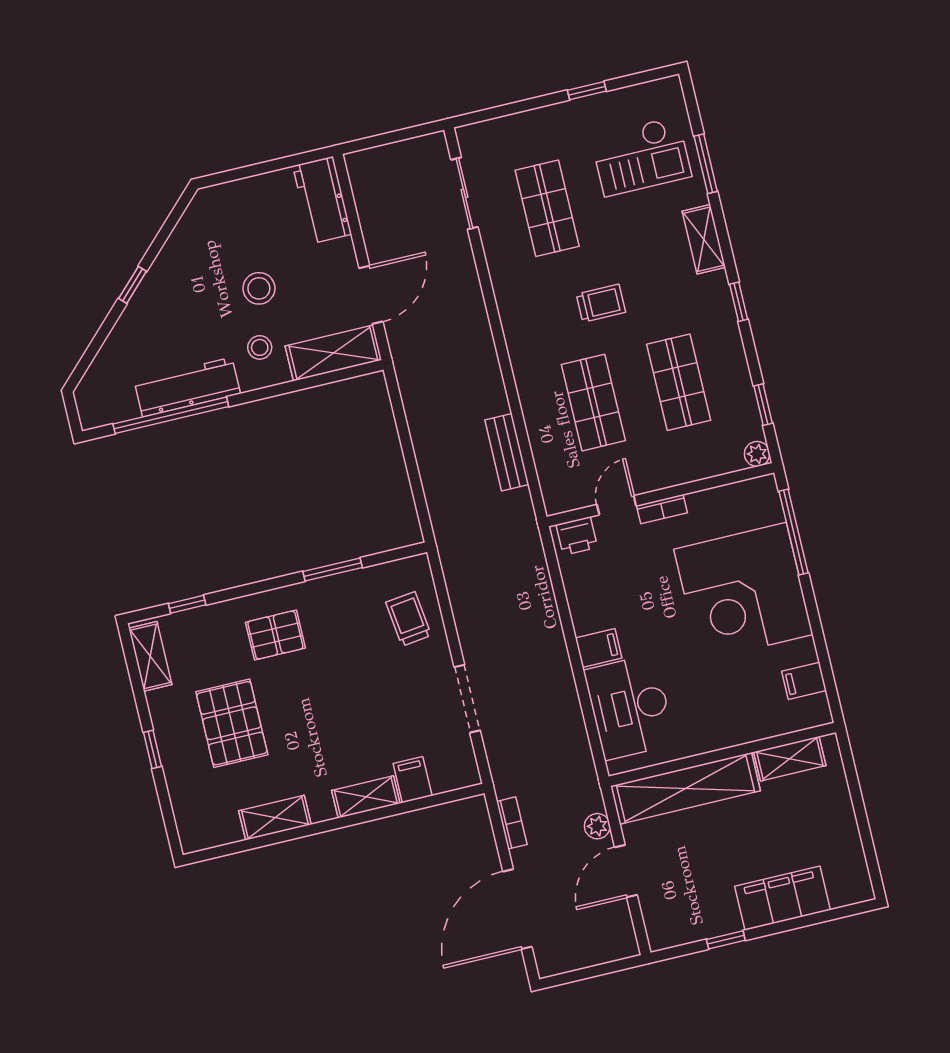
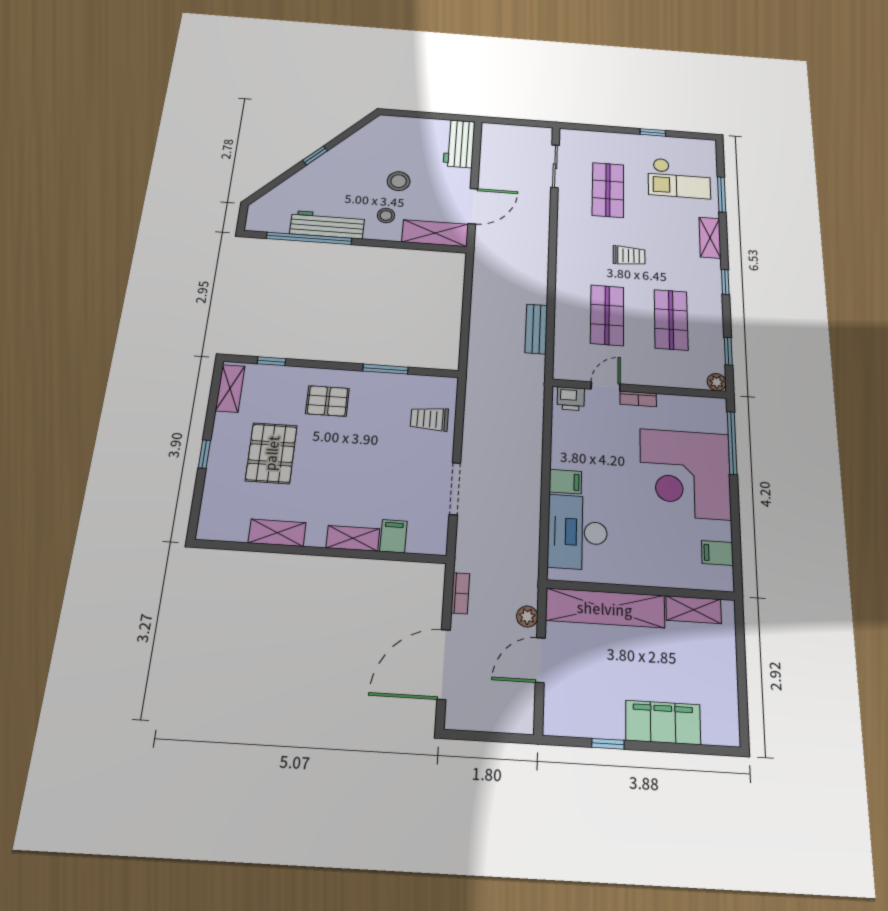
trolley: (408, 619) -> (429, 419), turned -83

